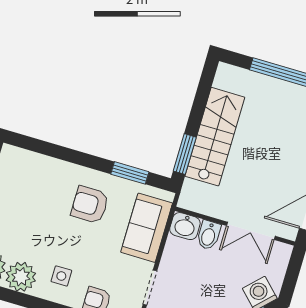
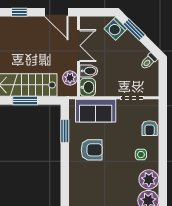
window: (185, 154) -> (25, 100), moved
plant: (206, 204) -> (70, 78), added
armchair: (90, 205) -> (92, 150), turned -90

